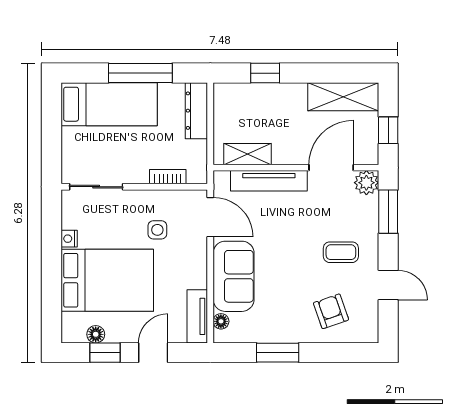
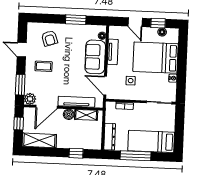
boiler: (284, 154) -> (69, 114), added
tv unit: (197, 316) -> (113, 52), moved
door: (153, 353) -> (135, 22), hinge flipped

